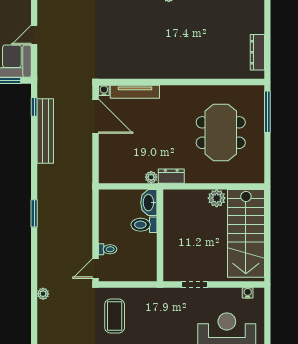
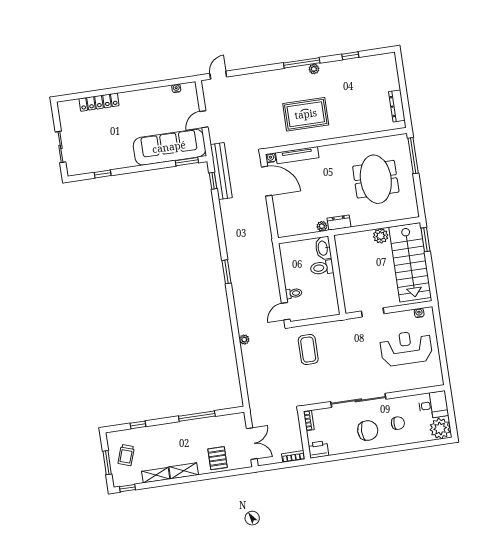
rug: (152, 46) -> (306, 114), added
bench: (45, 131) -> (221, 171), moved
window: (267, 210) -> (425, 240), added

